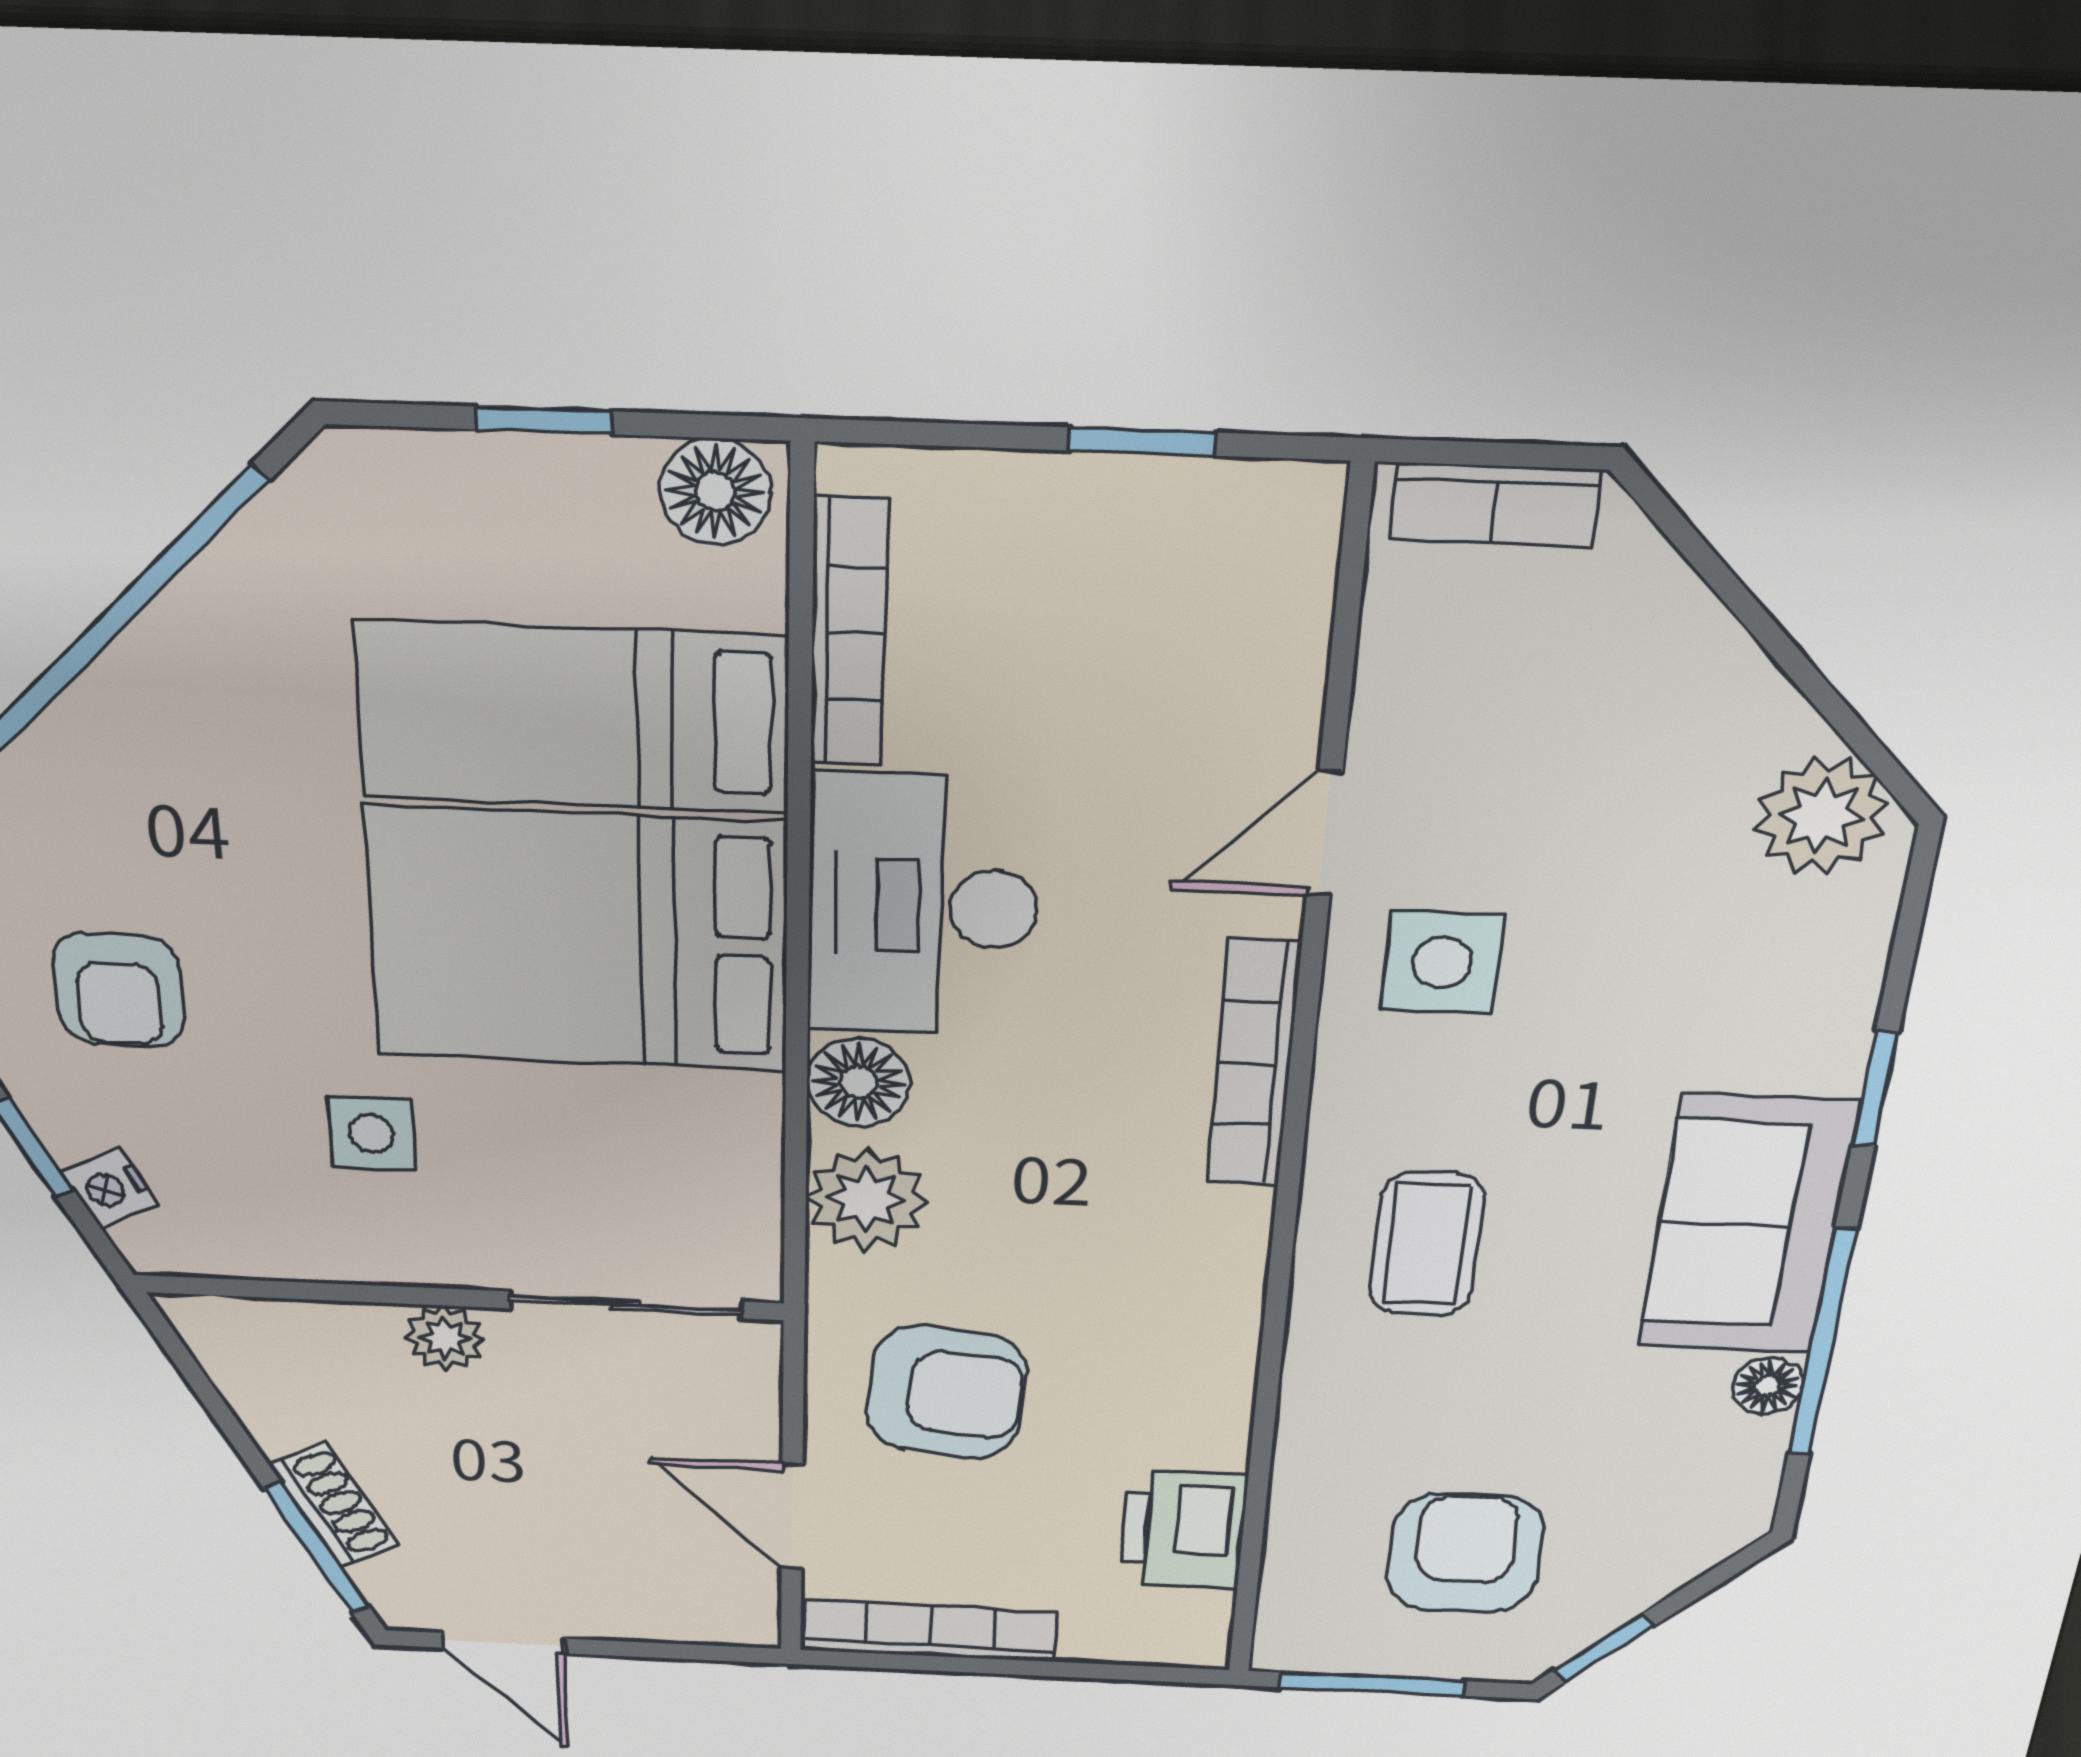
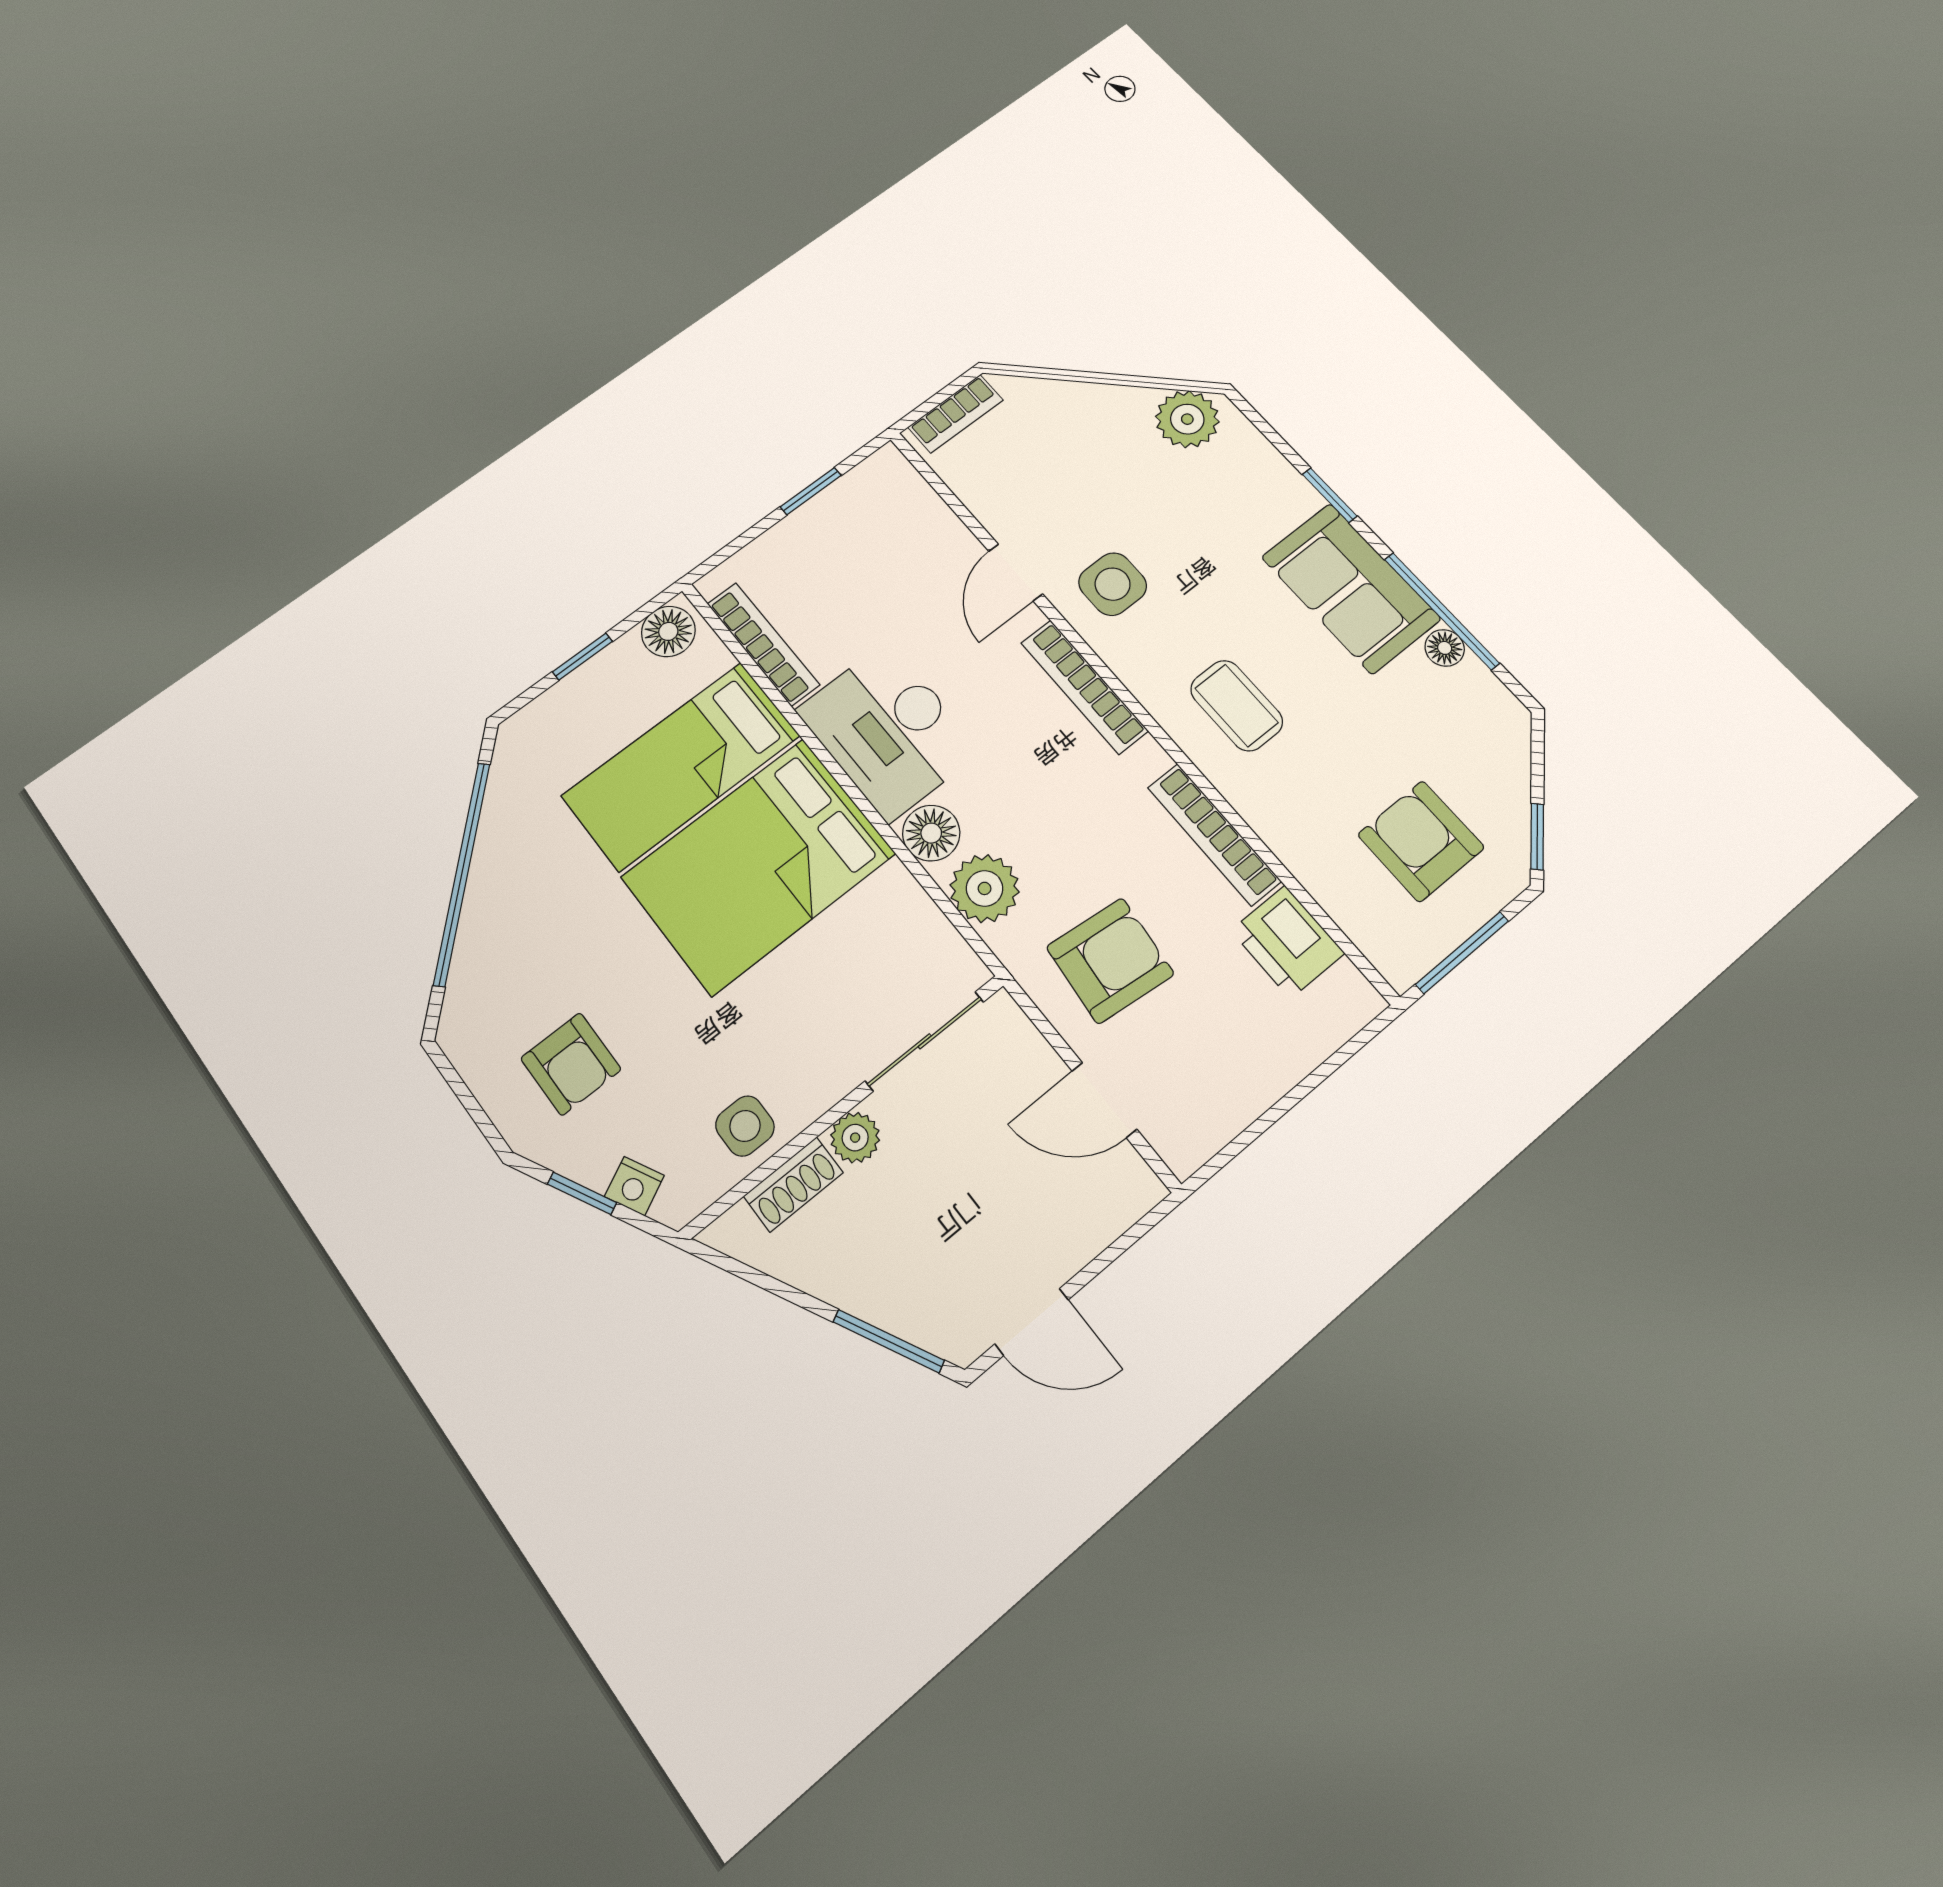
side table: (372, 1133) -> (745, 1126), moved
shoe rack: (334, 1505) -> (793, 1184), moved, turned 117
bookcase: (930, 1631) -> (1214, 834), moved, turned -90

